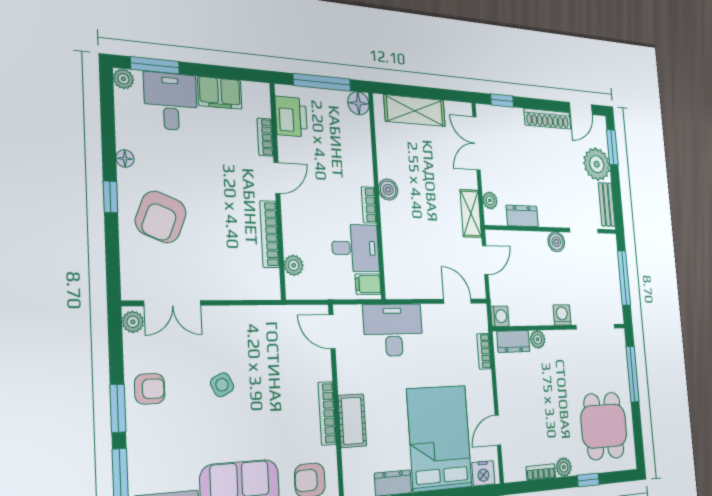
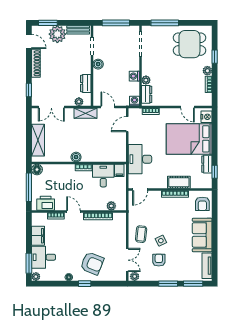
washing machine: (562, 315) -> (134, 76), moved
coffee table: (235, 336) -> (141, 234), added
armchair: (150, 389) -> (159, 260), moved

